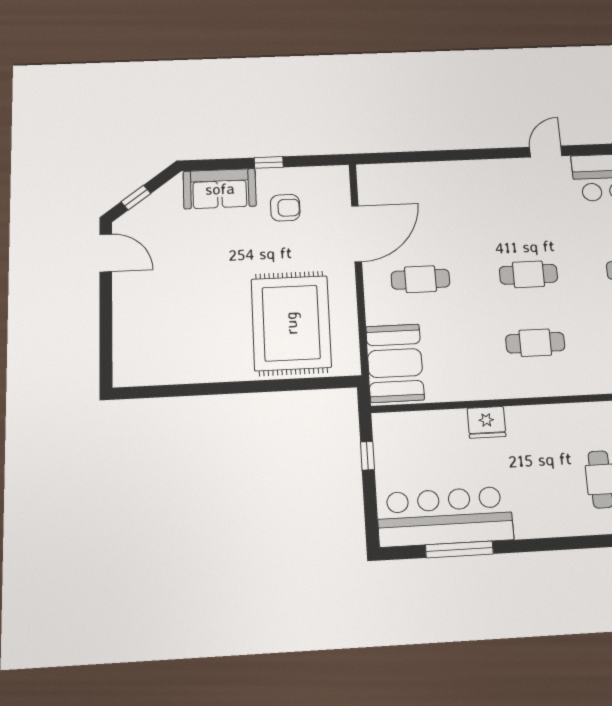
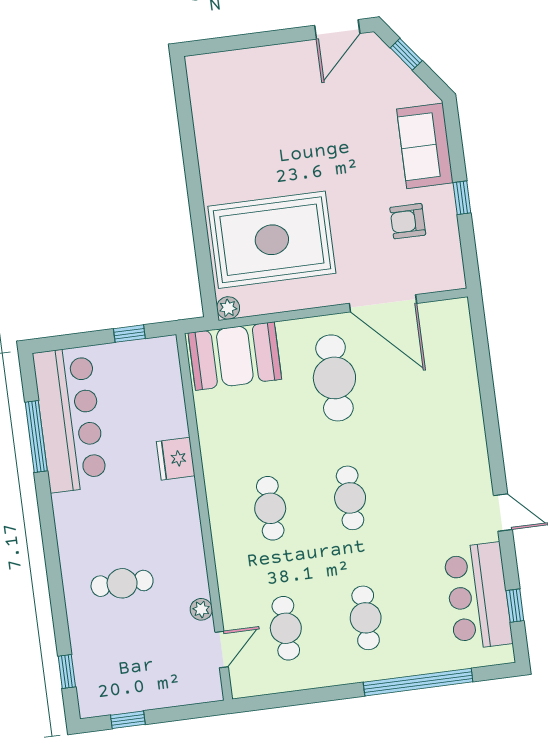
armchair: (285, 208) -> (408, 221), turned 90
cafe table: (420, 279) -> (334, 378), width x1.37, depth x1.35
plant: (350, 366) -> (228, 308), added

